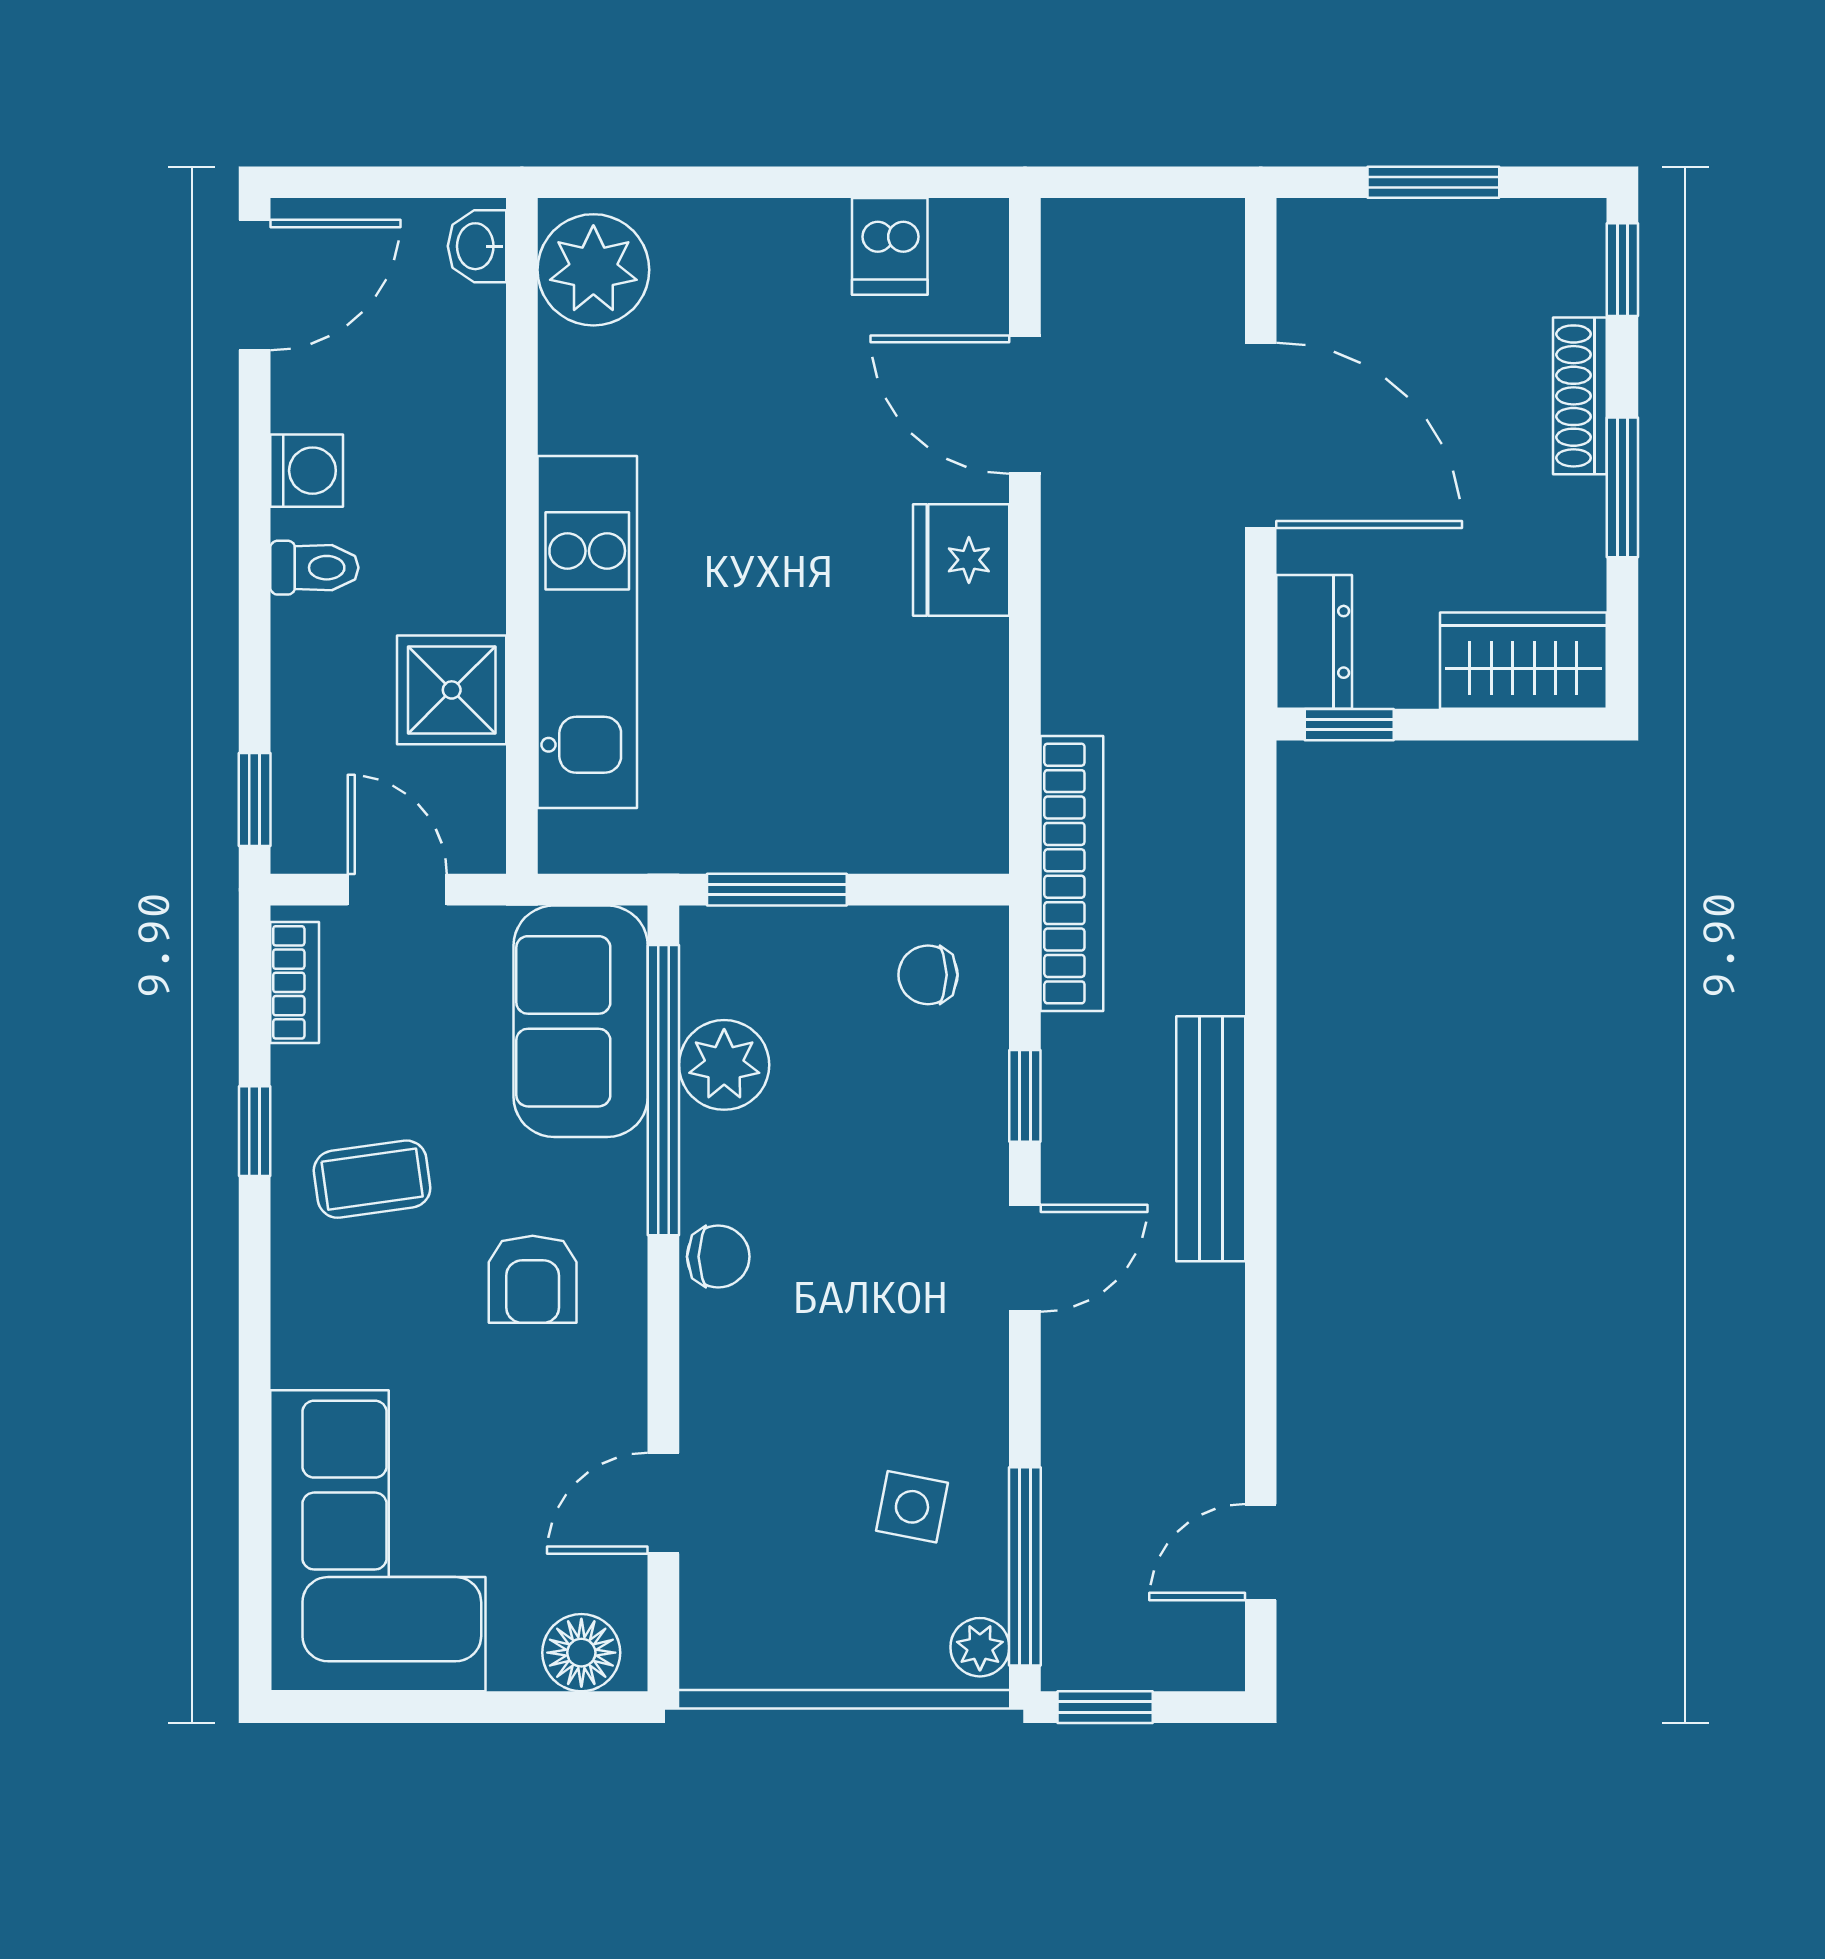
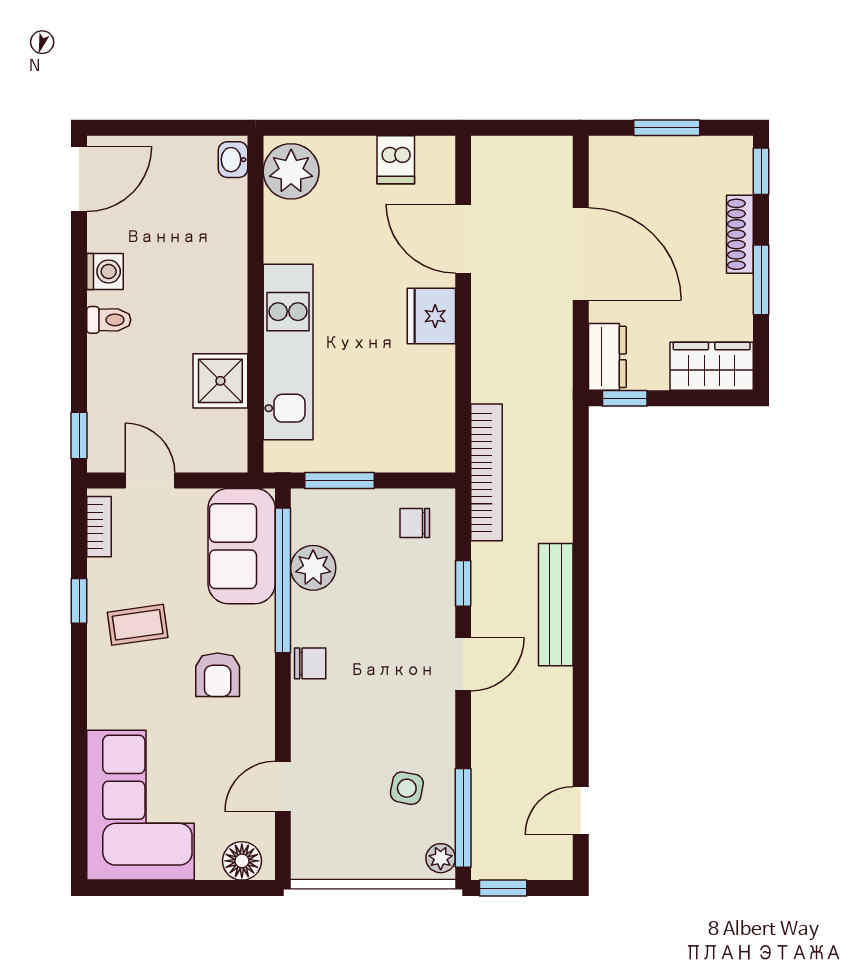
washbasin: (477, 246) -> (233, 160), moved
plant: (593, 270) -> (291, 171), moved
wall: (522, 536) -> (255, 304), moved
kitchen unit: (587, 632) -> (288, 352), moved
shower: (452, 690) -> (220, 381), moved

